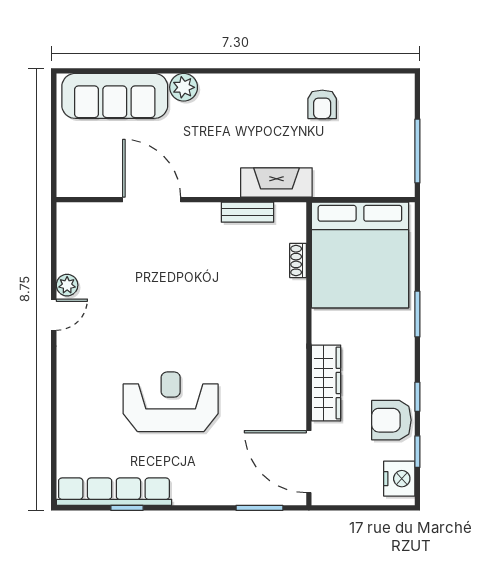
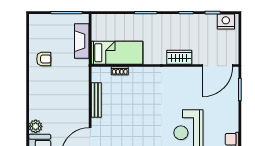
fireplace: (276, 182) -> (82, 41), moved
bench: (247, 212) -> (96, 100), width x1.36
bed: (360, 255) -> (117, 53), width x0.49
wardrobe: (326, 383) -> (179, 57), width x0.67
armchair: (391, 420) -> (197, 25), removed

